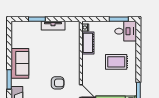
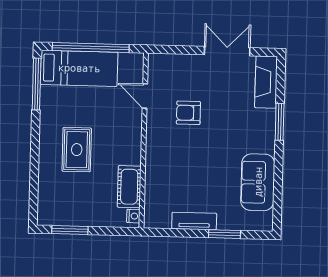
desk: (126, 31) -> (57, 207), removed
rug: (116, 62) -> (77, 150), turned 90
sofa: (20, 63) -> (258, 182), moved

